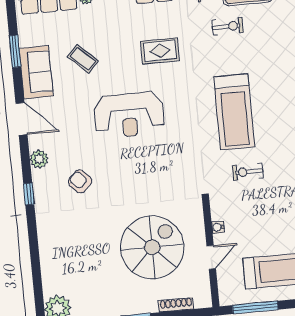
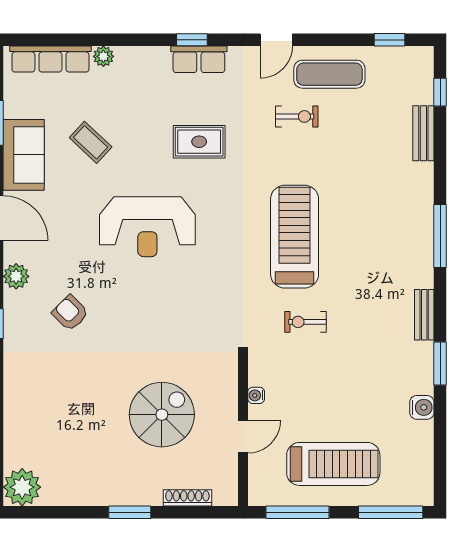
treadmill: (234, 112) -> (295, 237), turned 180
spiral stairs: (152, 247) -> (162, 415), width x0.73, depth x0.73

